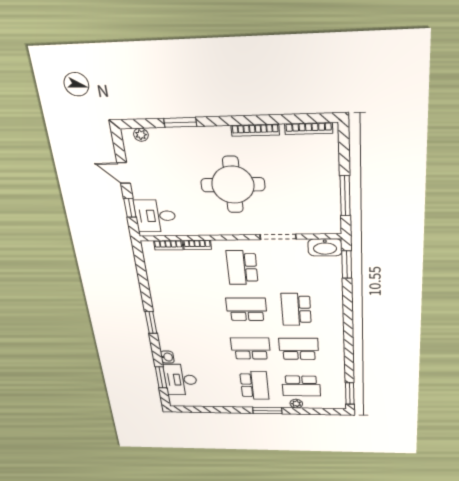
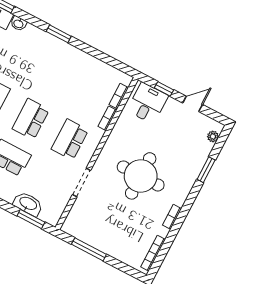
bookcase: (255, 130) -> (172, 217), width x0.64
washbasin: (325, 247) -> (28, 204), moved, turned 90
school desk: (242, 268) -> (70, 140), turned -90
school desk: (246, 309) -> (31, 119), turned 180

